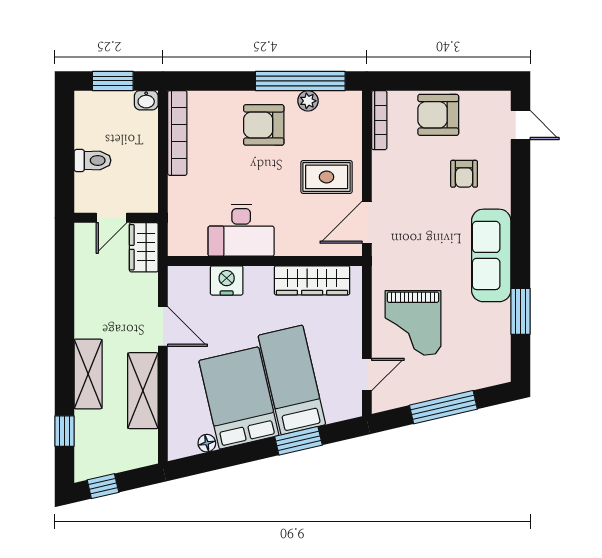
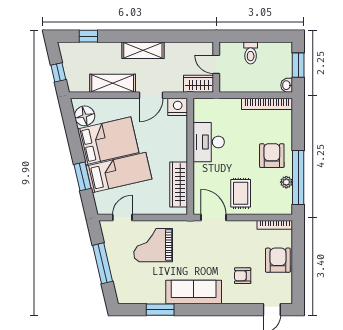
nightstand: (227, 280) -> (178, 107), moved, turned -90
shelving: (88, 374) -> (143, 50), moved
door: (367, 374) -> (122, 217), swing flipped
floor lamp: (207, 443) -> (85, 116), width x1.89, depth x1.89
window: (103, 486) -> (58, 72), moved

